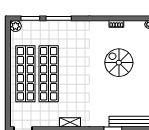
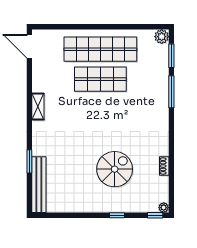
shop shelf: (49, 74) -> (100, 79), width x0.71

